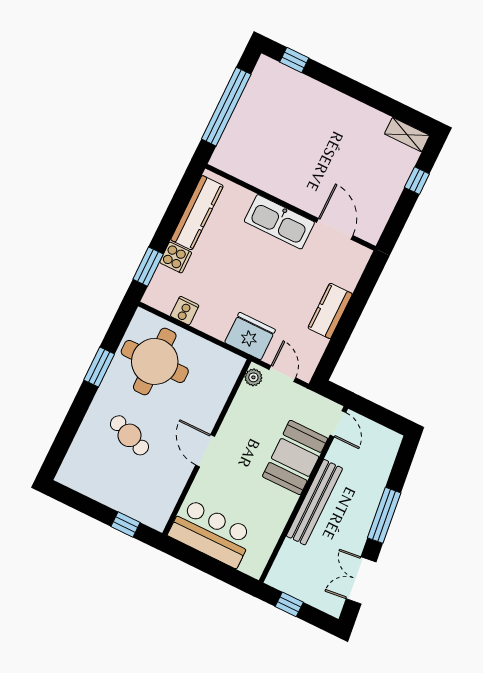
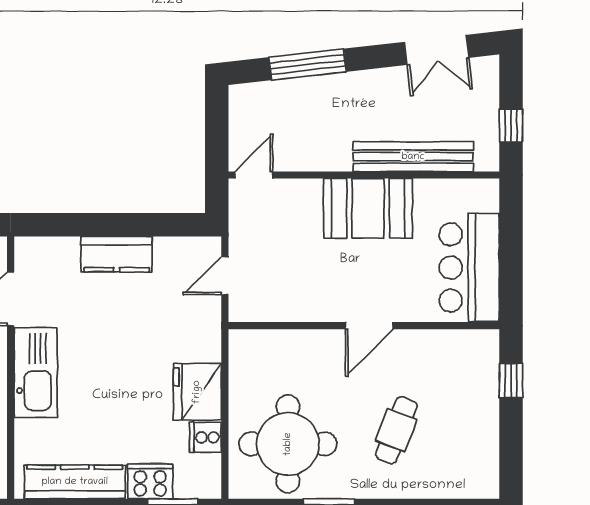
cooker: (176, 257) -> (150, 481), width x1.36
fridge: (250, 336) -> (197, 392), moved
plant: (253, 377) -> (247, 310), removed
booth: (295, 457) -> (368, 208), moved
bench: (314, 502) -> (413, 157), moved
window: (384, 515) -> (308, 64), moved

